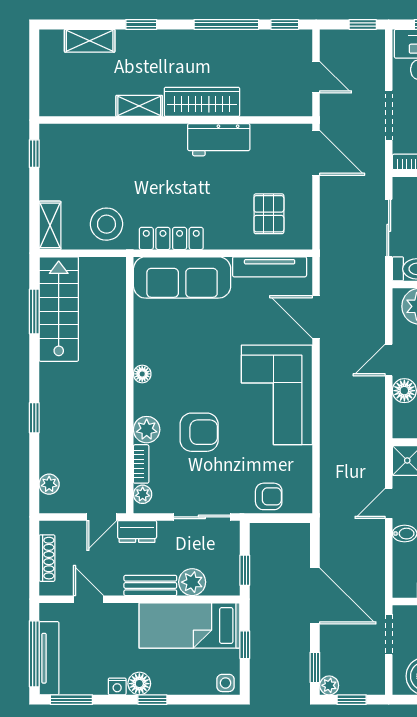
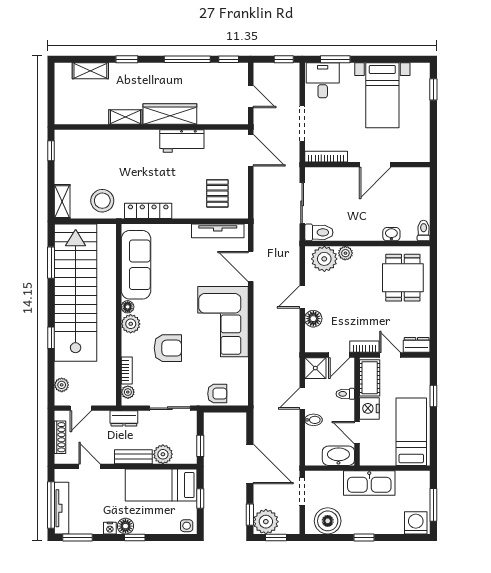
sofa: (182, 277) -> (136, 265), moved, turned -90
stairs: (59, 309) -> (76, 293), width x1.86, depth x1.51
plant: (147, 430) -> (131, 324), moved
door: (102, 517) -> (81, 408), moved
plant: (329, 685) -> (266, 522), width x1.88, depth x1.88

